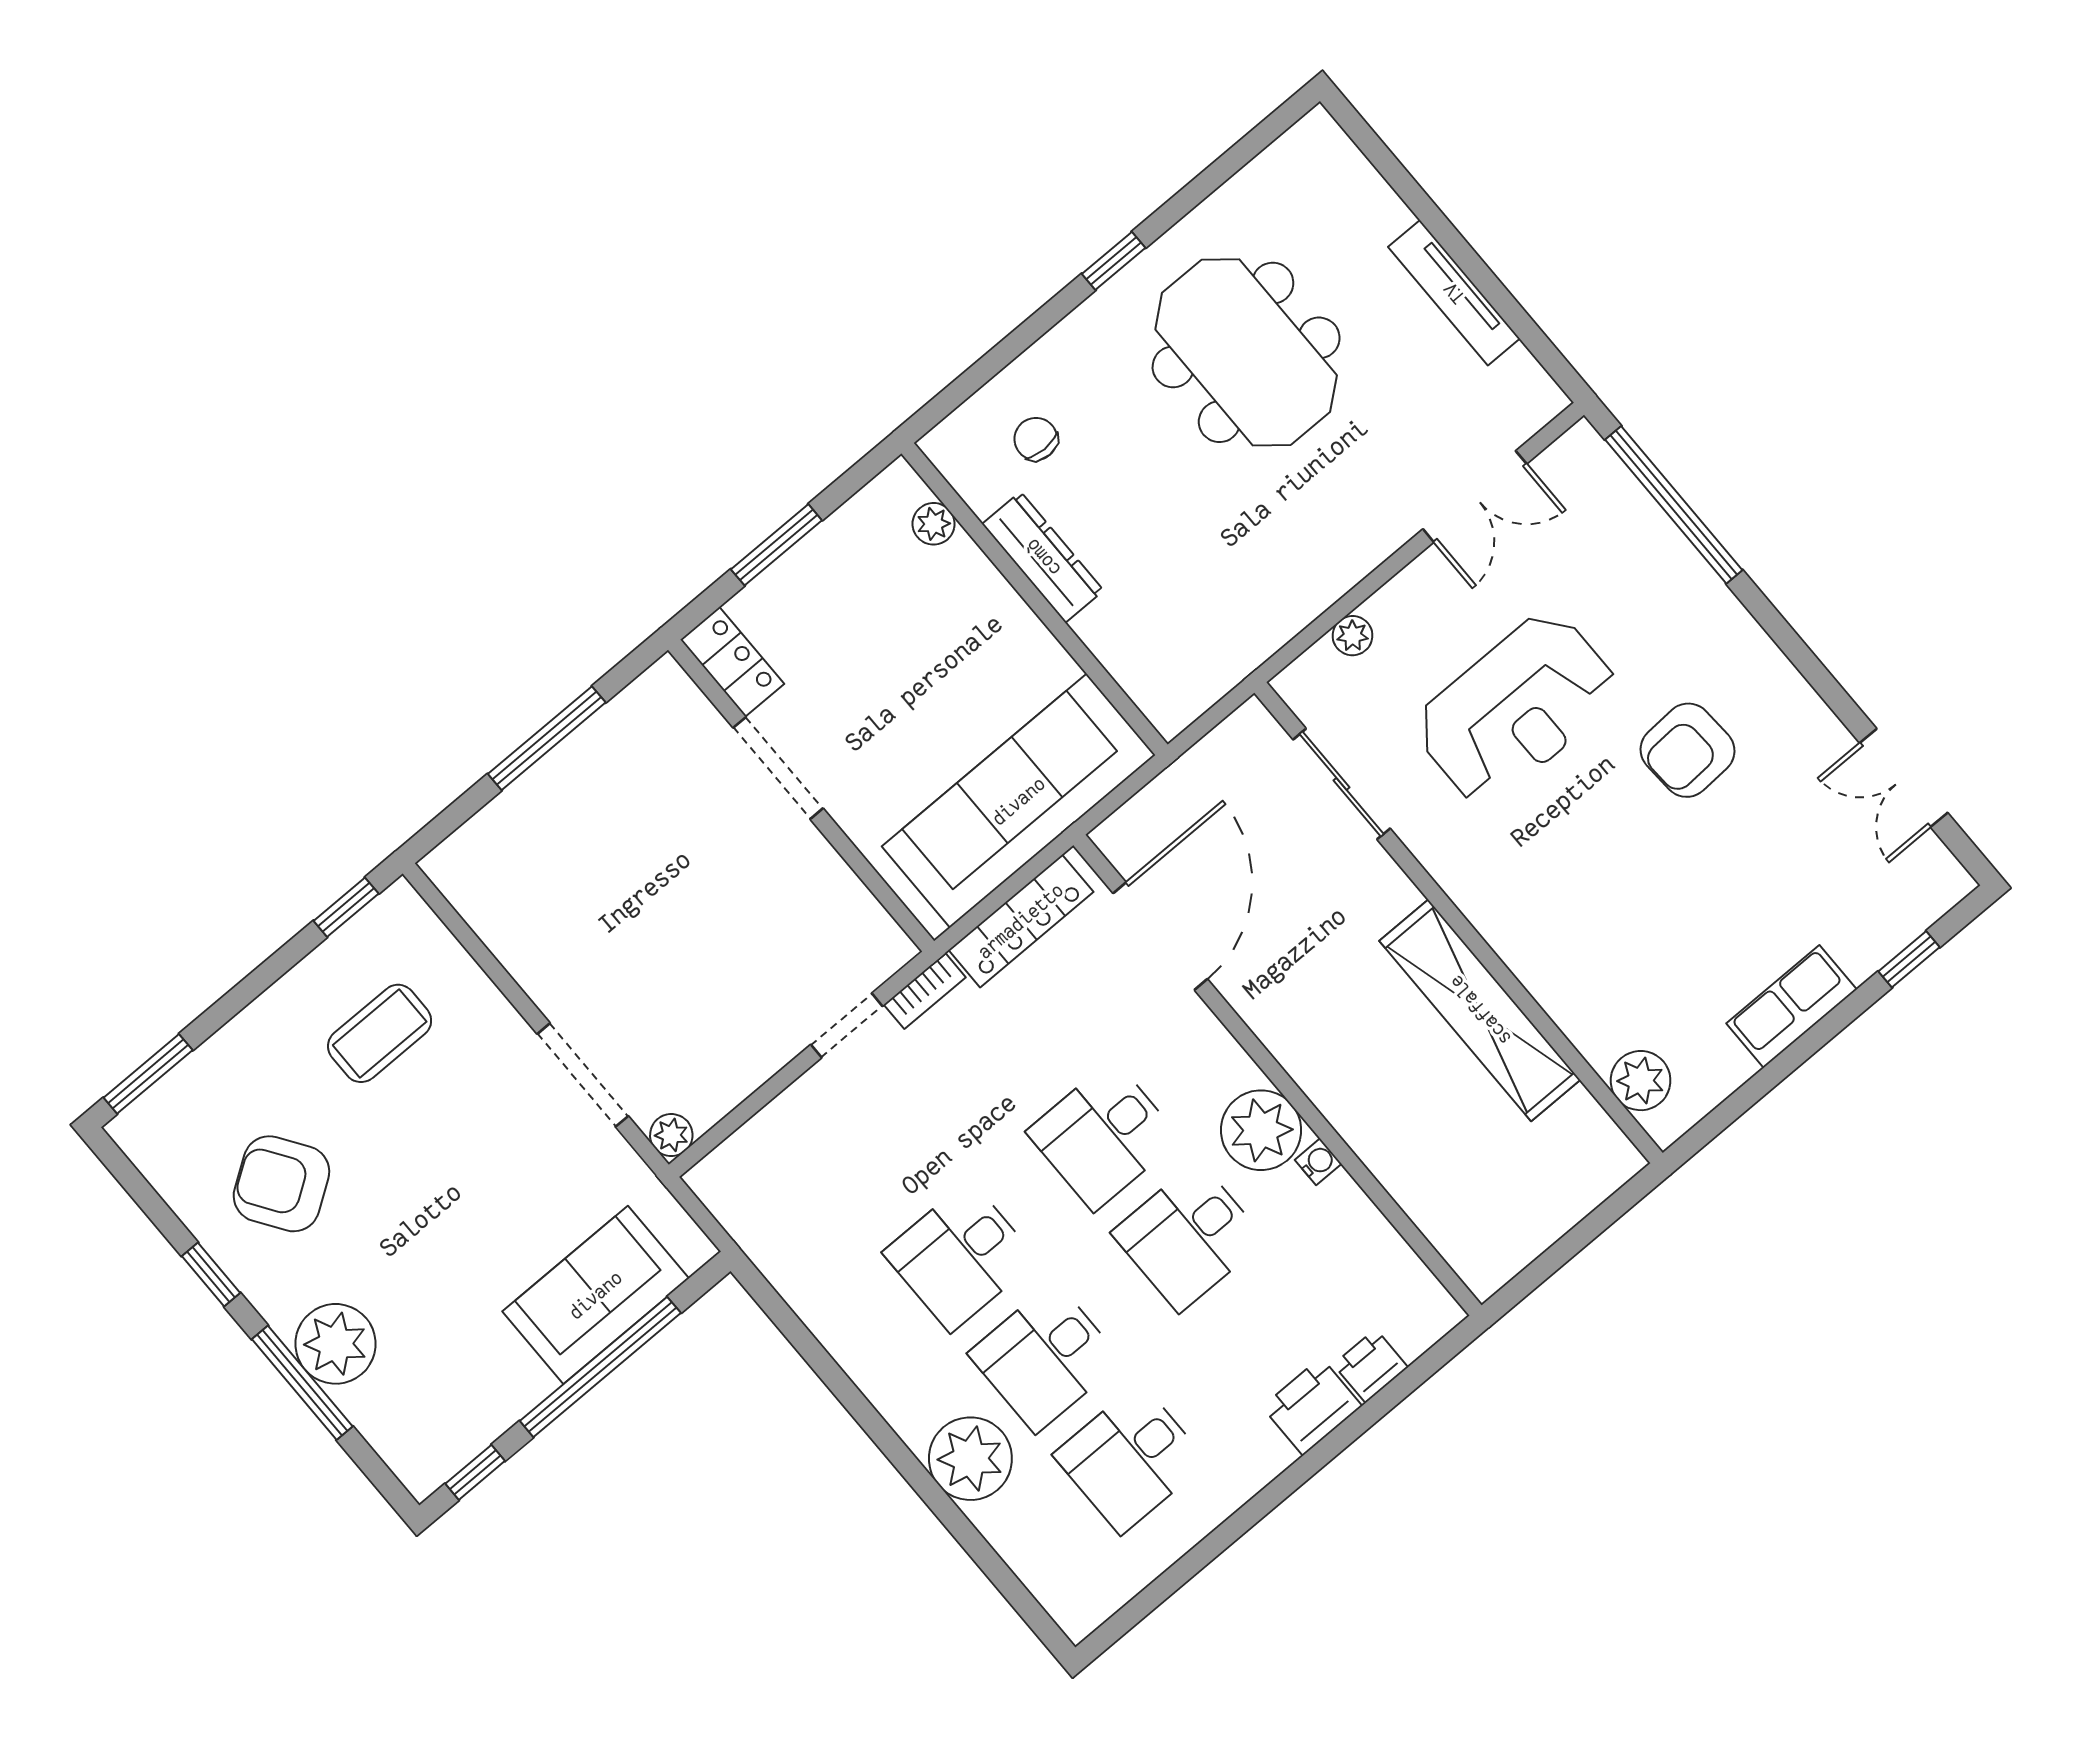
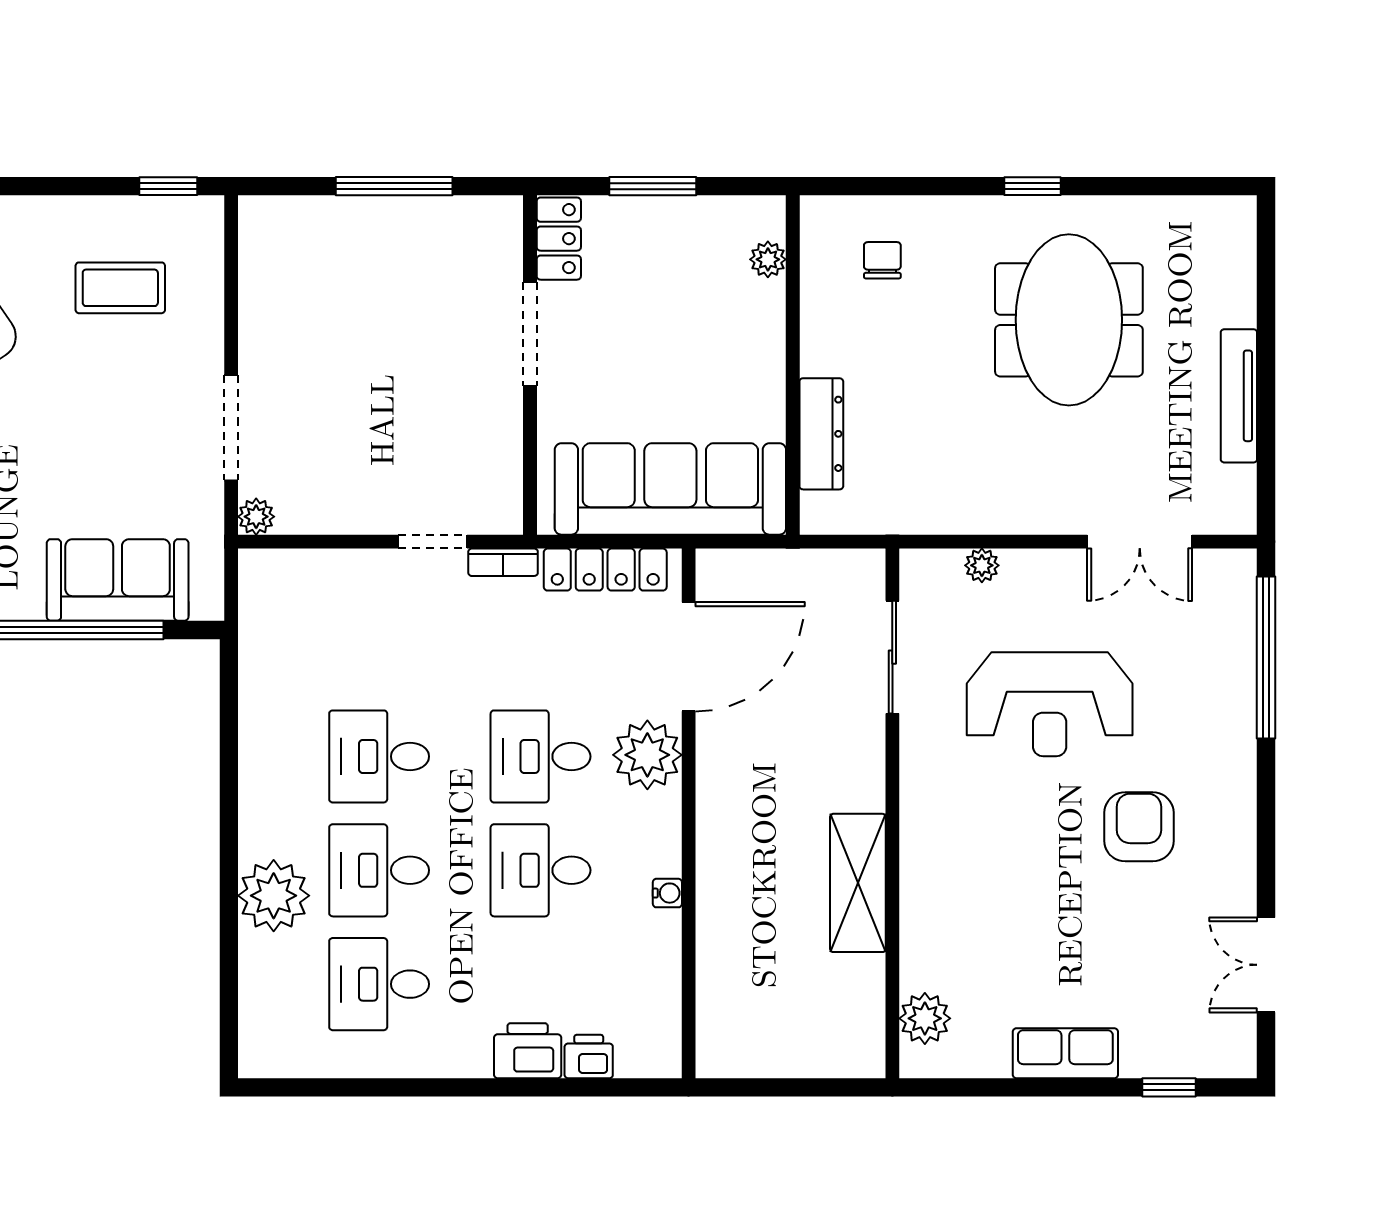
dresser: (1043, 557) -> (821, 434), moved
armchair: (1687, 750) -> (1139, 827), turned 93
shelving: (1480, 1010) -> (858, 883), width x0.68
plant: (1261, 1130) -> (647, 755), moved

